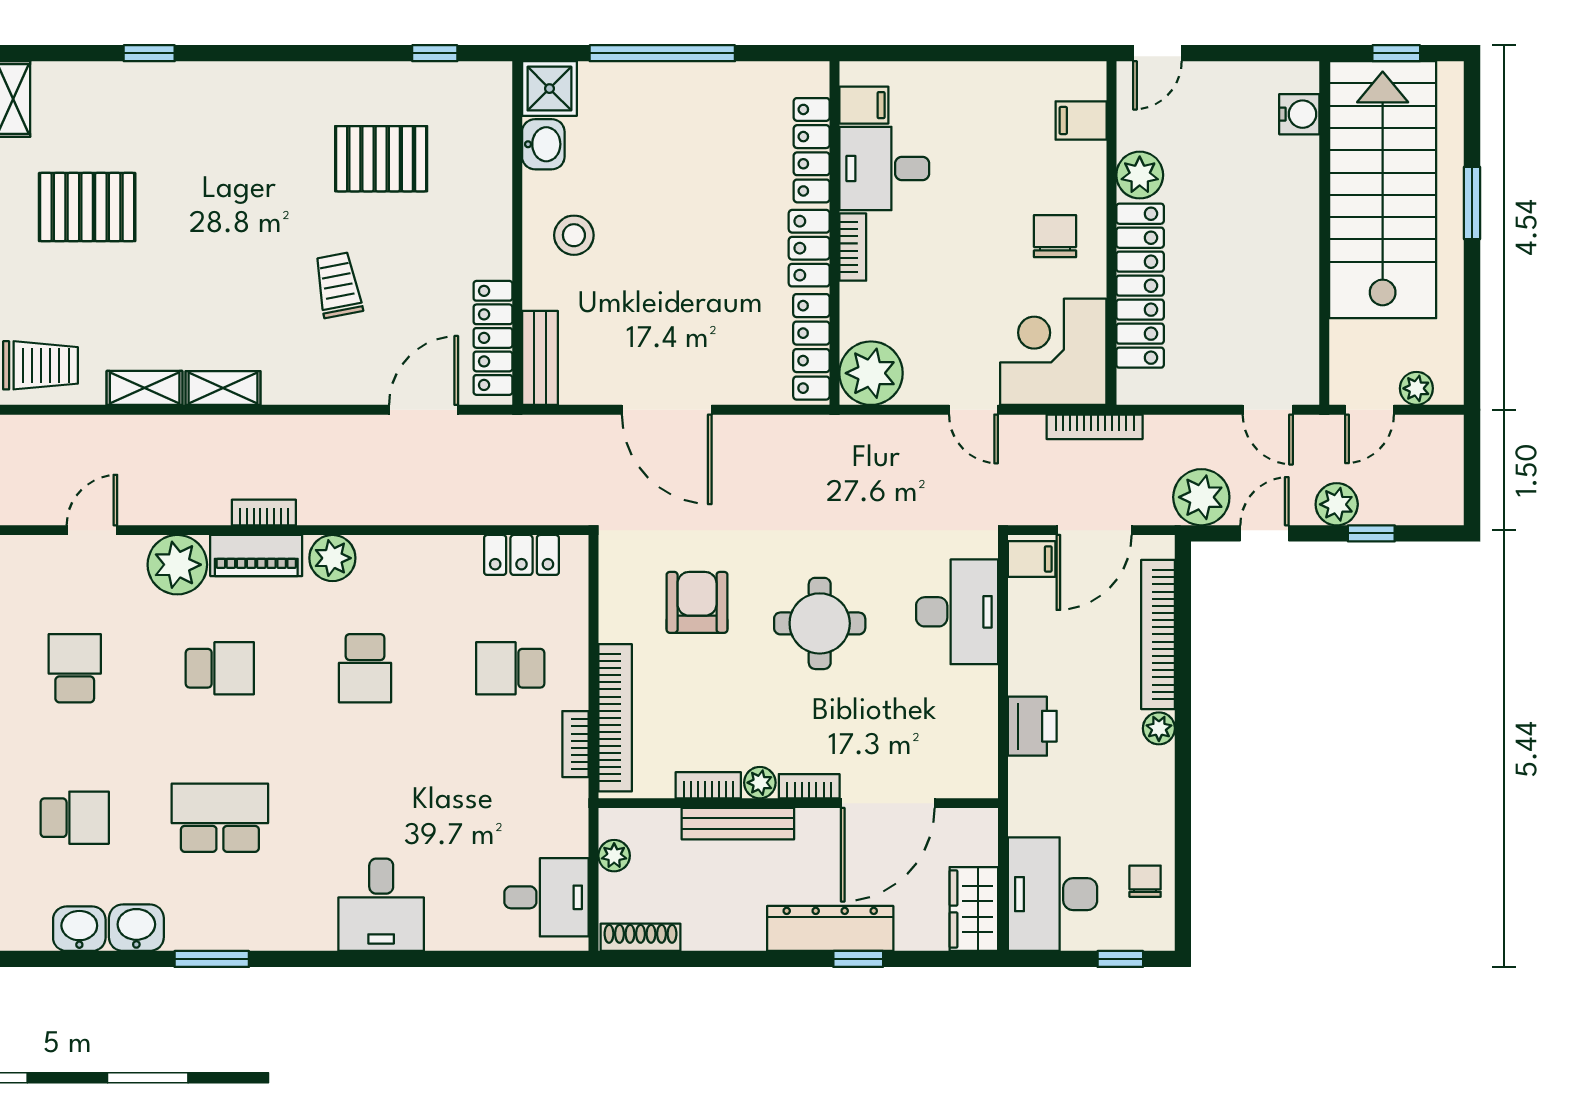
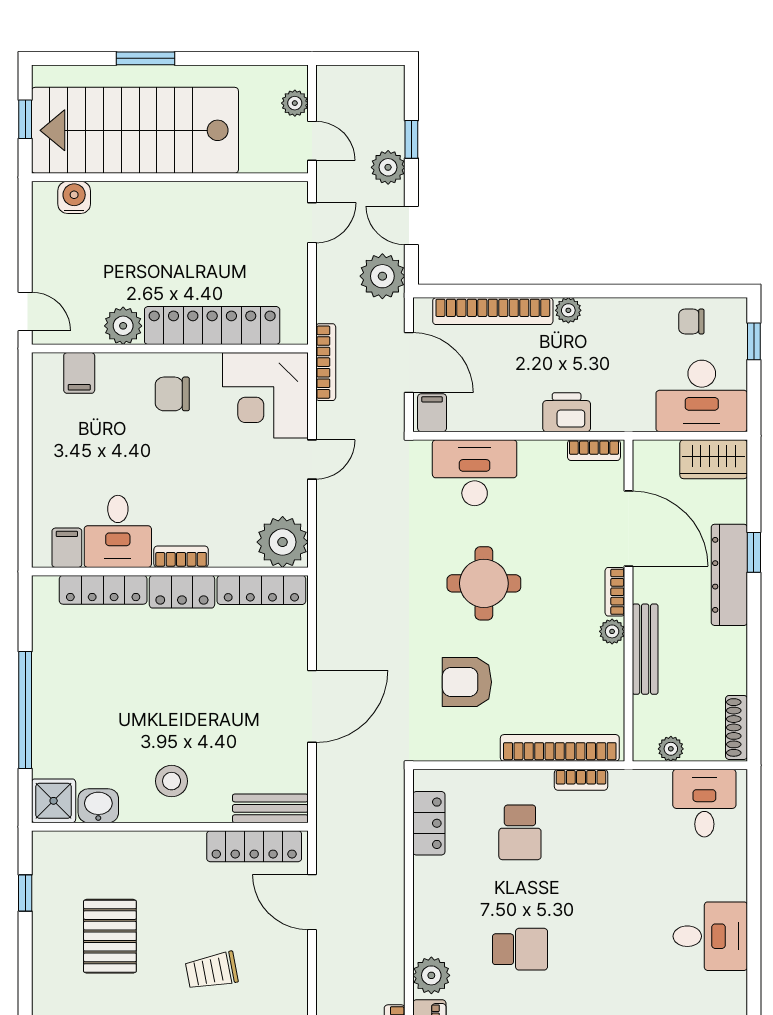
bookcase: (708, 785) -> (594, 450), moved, turned -90

